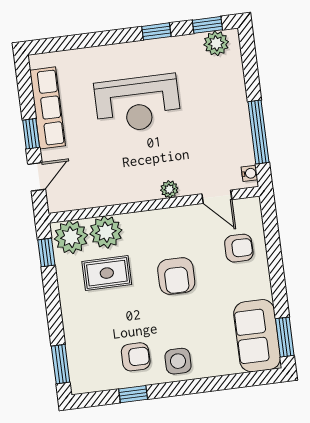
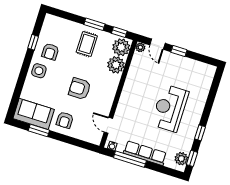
row of seats: (48, 108) -> (145, 153), moved, turned 180
plant: (169, 189) -> (140, 47), moved
door: (217, 197) -> (108, 125), hinge flipped
armchair: (239, 248) -> (65, 120), moved
rug: (107, 273) -> (87, 44), moved
window: (285, 337) -> (39, 130), moved
window: (61, 364) -> (94, 24), moved

